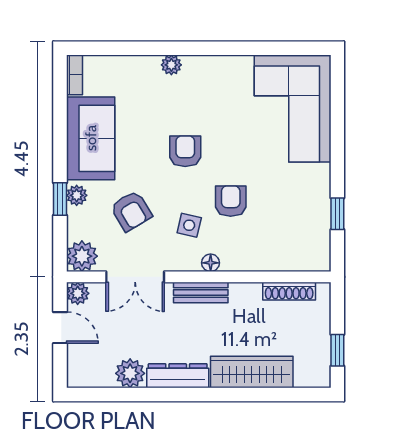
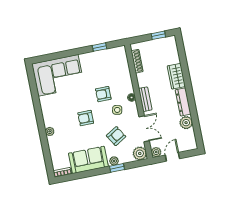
wardrobe: (252, 372) -> (176, 76), width x0.67

